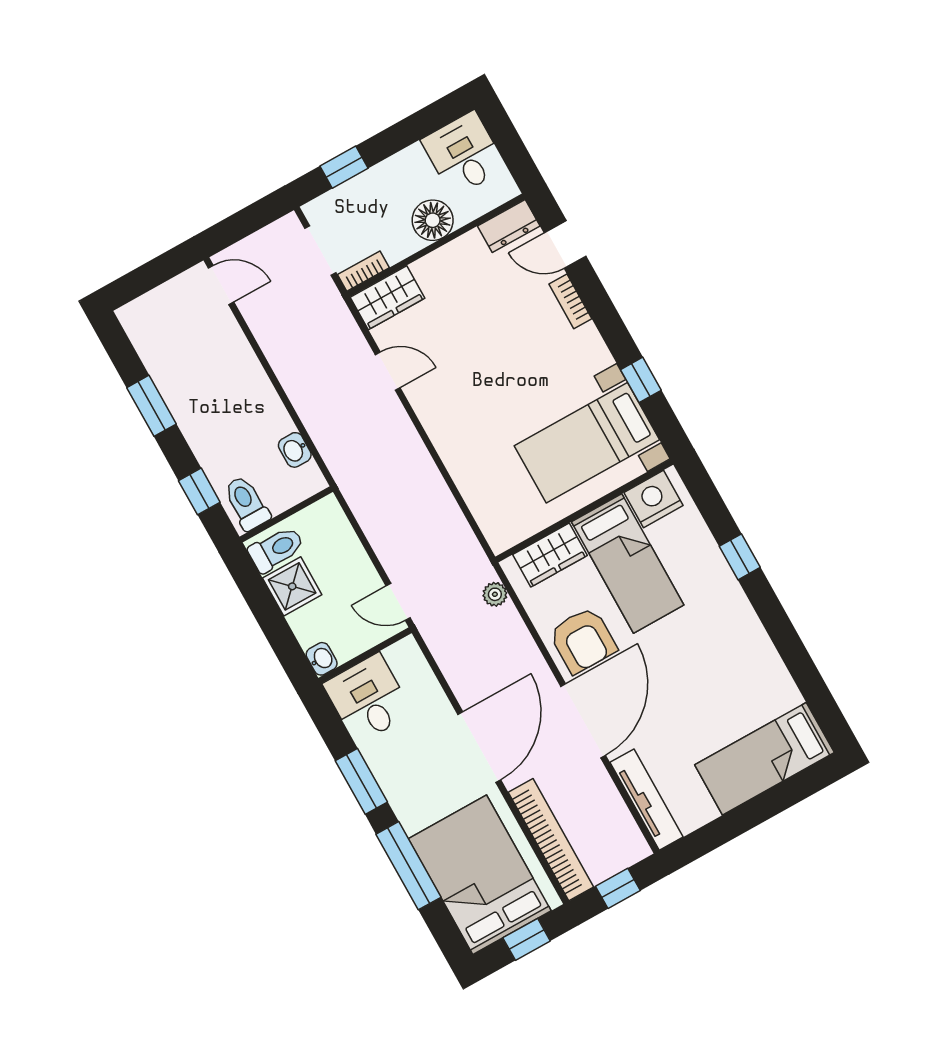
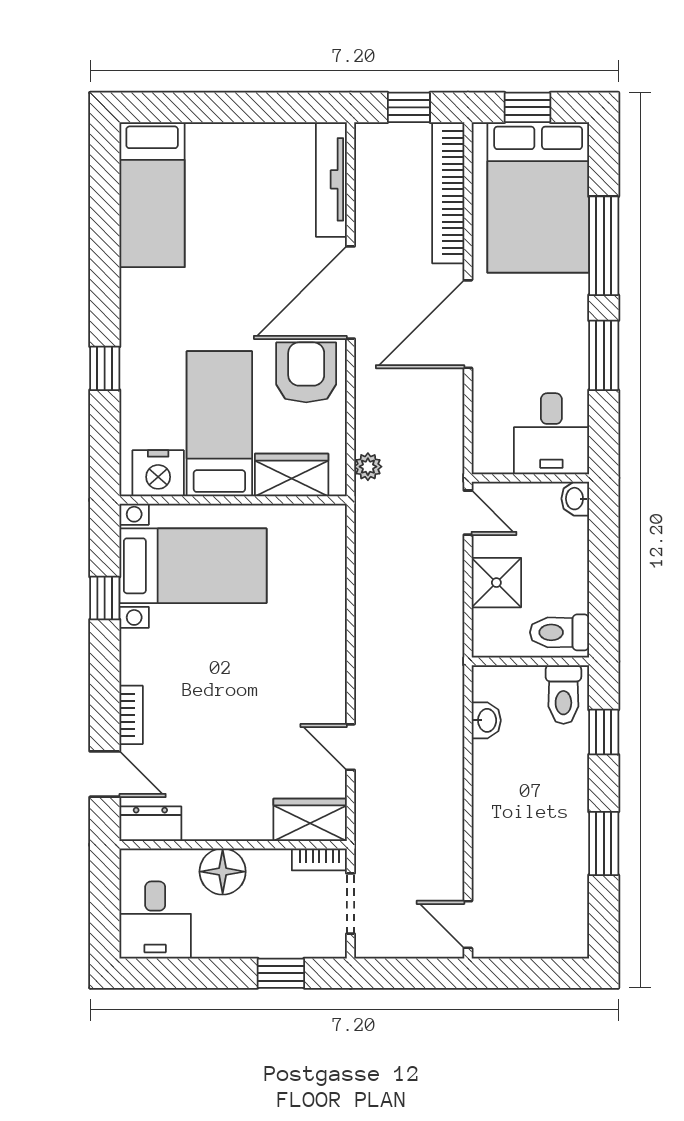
shower: (292, 586) -> (496, 583), moved
bed: (764, 759) -> (152, 195), moved, turned 90

